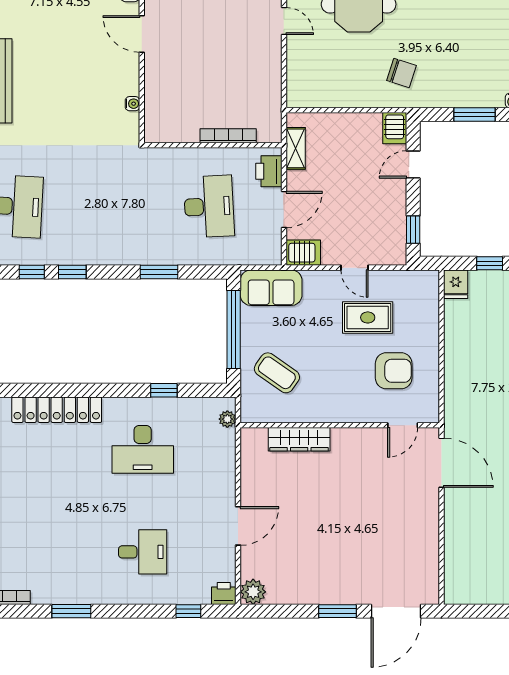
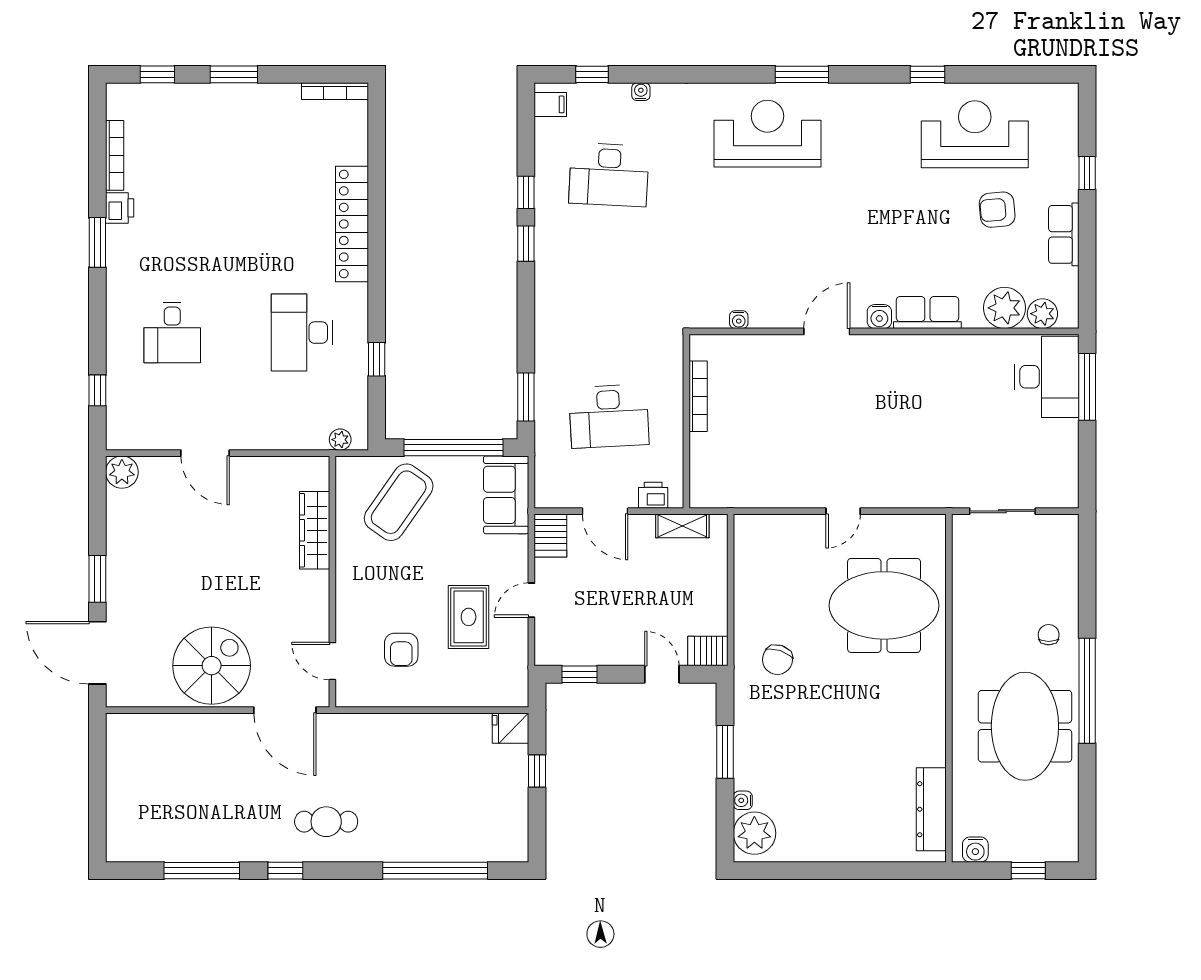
bookcase: (228, 136) -> (698, 396), moved
printer: (269, 171) -> (653, 495), width x0.73, depth x0.81
window: (159, 272) -> (526, 397), moved
armchair: (394, 371) -> (401, 650), width x0.72, depth x0.72
coffee table: (277, 373) -> (399, 502), width x1.36, depth x1.32
door: (442, 463) -> (285, 710), hinge flipped
spiral stairs: (406, 521) -> (212, 666), added
printer: (224, 594) -> (120, 208), moved

